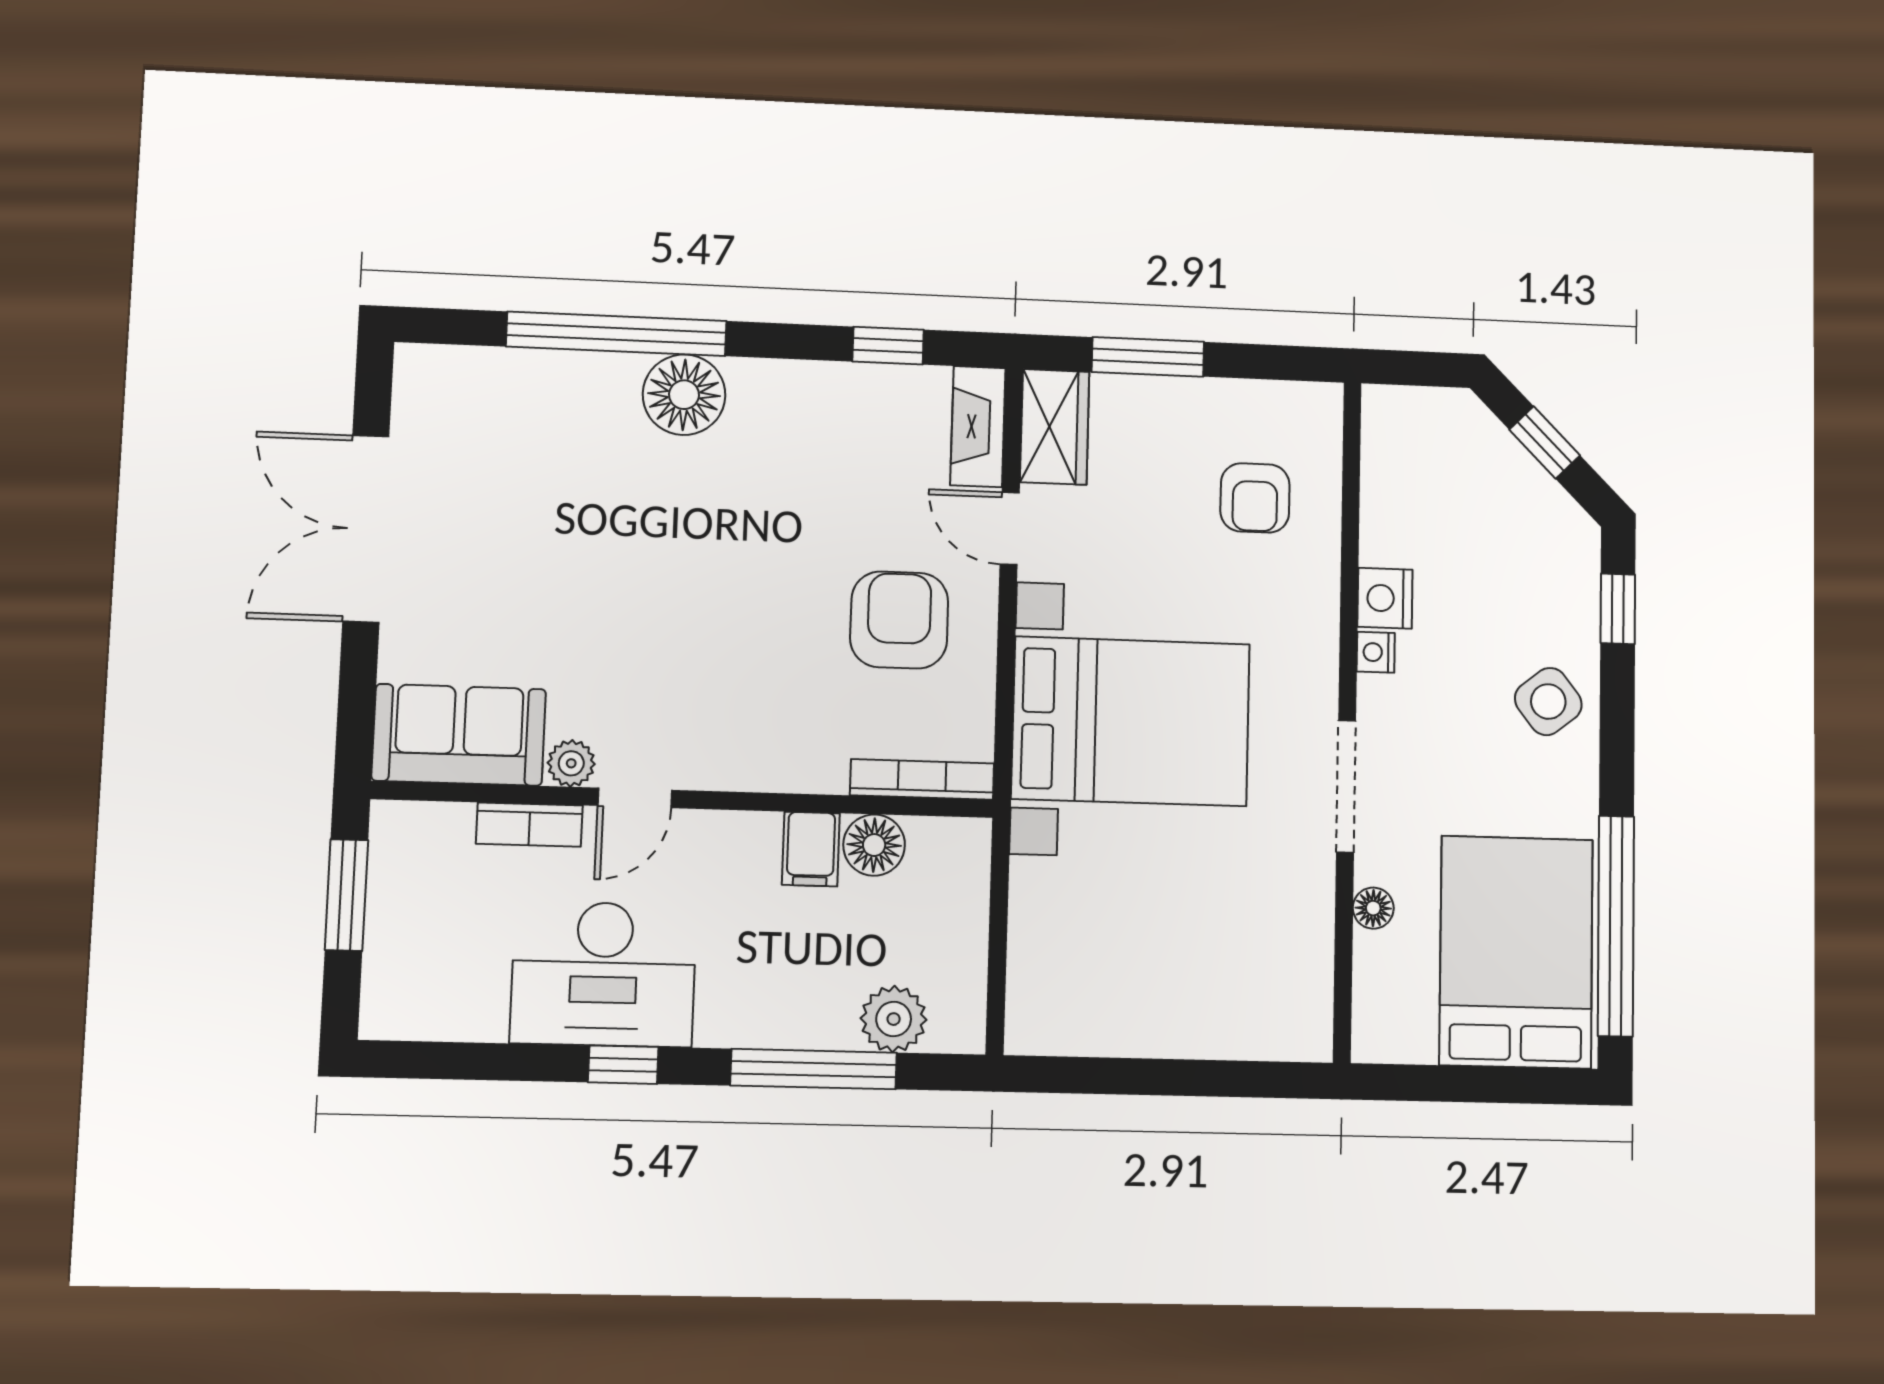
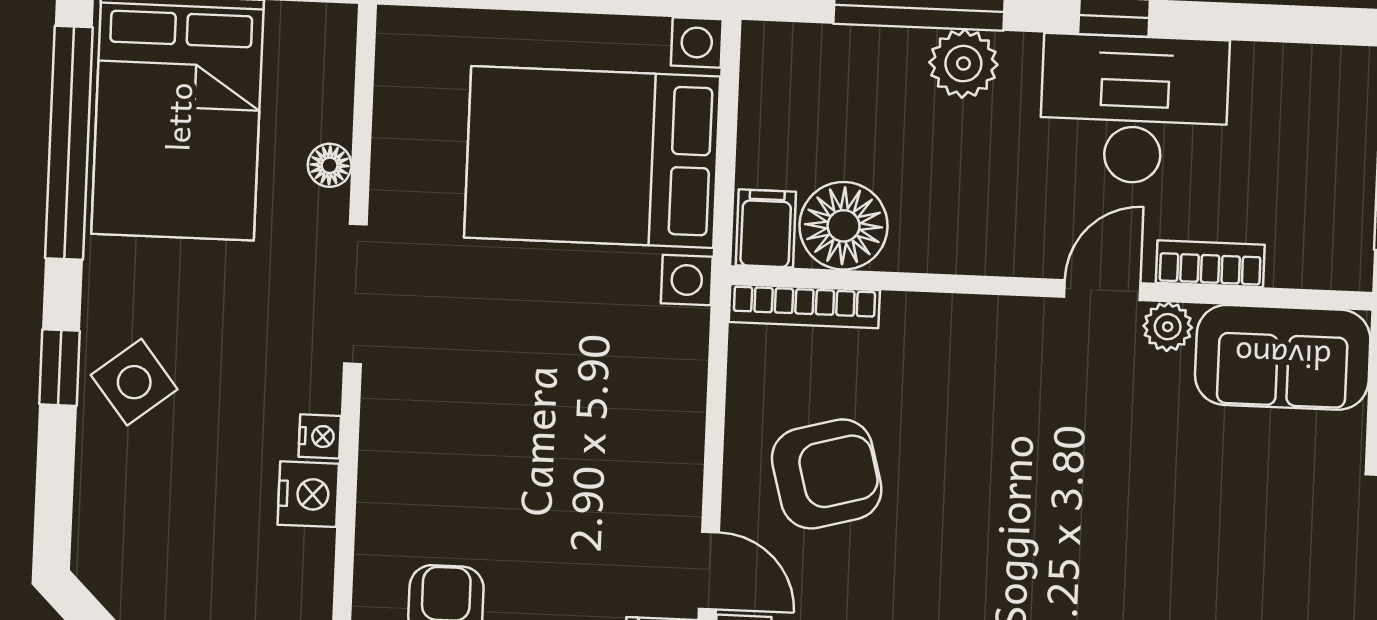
window: (1618, 609) -> (60, 368), moved
armchair: (899, 620) -> (827, 474), turned -105
bed with nightstands: (1131, 721) -> (592, 157), moved
floor lamp: (874, 845) -> (844, 226), width x1.38, depth x1.38
filing cabinet: (811, 849) -> (766, 228), moved
plant: (894, 1019) -> (963, 64), moved

